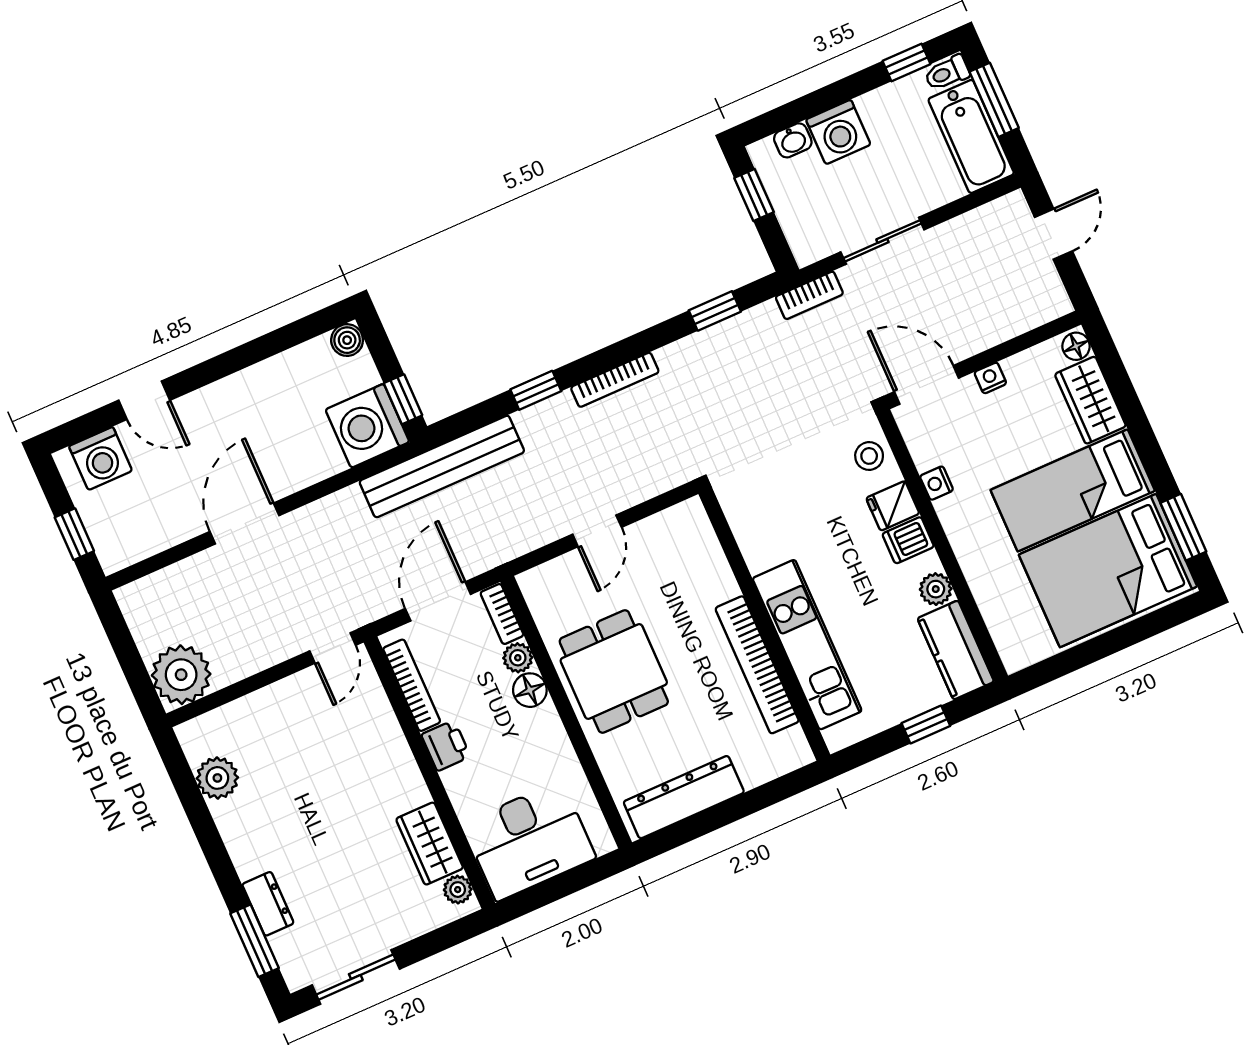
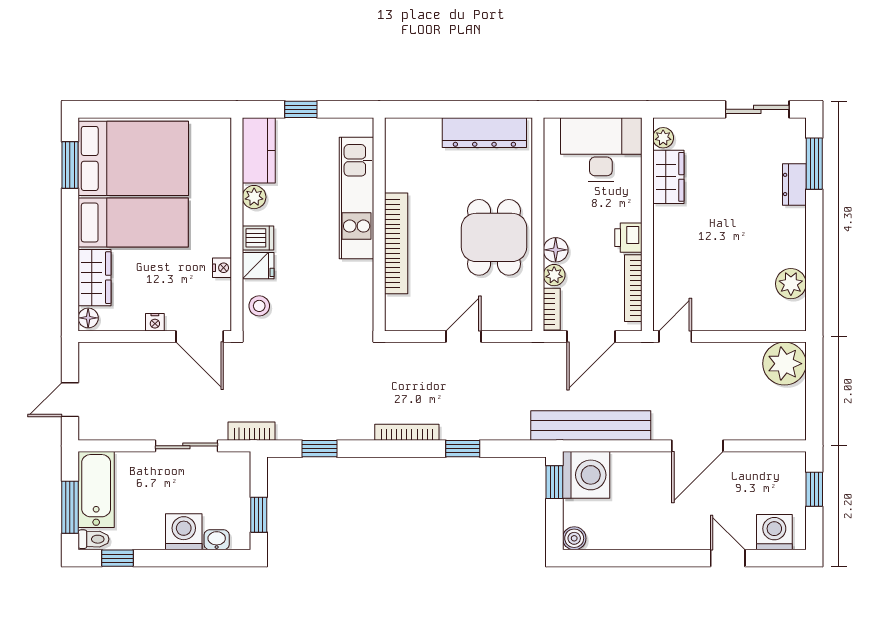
bench: (442, 466) -> (591, 426), moved
bookcase: (757, 665) -> (396, 243), moved

